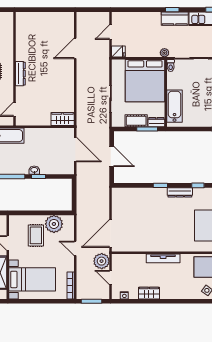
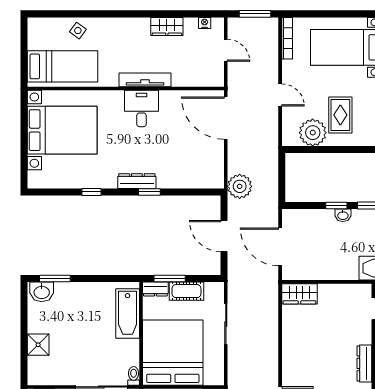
dresser: (180, 192) -> (137, 181), moved
door: (111, 233) -> (226, 118), swing flipped
desk: (165, 240) -> (141, 108), added
plant: (102, 261) -> (240, 186), moved

